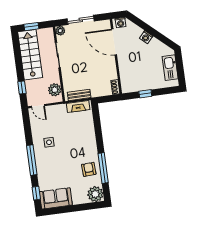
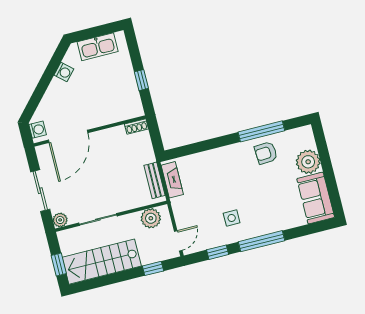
washing machine: (146, 37) -> (64, 72), moved
window: (36, 193) -> (218, 252), moved
plant: (95, 194) -> (308, 162), moved

